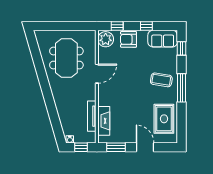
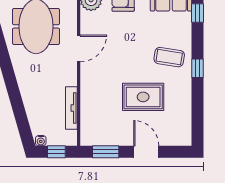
window: (181, 88) -> (197, 68), width x0.46
rug: (164, 119) -> (143, 97), moved, turned 90
fireplace: (104, 121) -> (88, 115), removed

